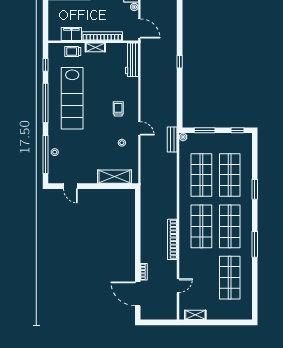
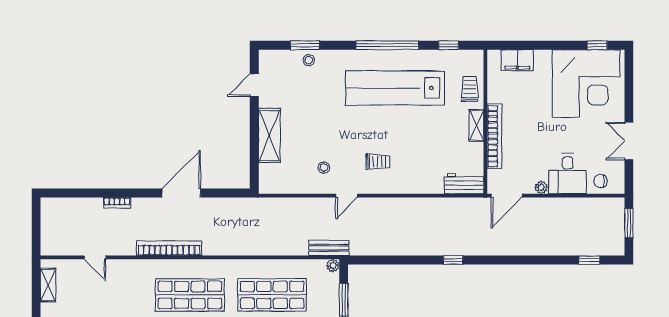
filing cabinet: (71, 34) -> (517, 60), moved, turned 90
workbench: (132, 60) -> (464, 184), width x0.73
window: (45, 155) -> (305, 45), width x0.47
shelving: (114, 177) -> (269, 136), moved
door: (138, 294) -> (181, 193), moved

